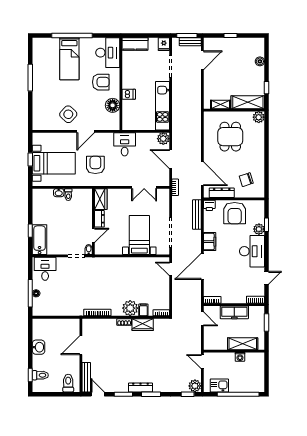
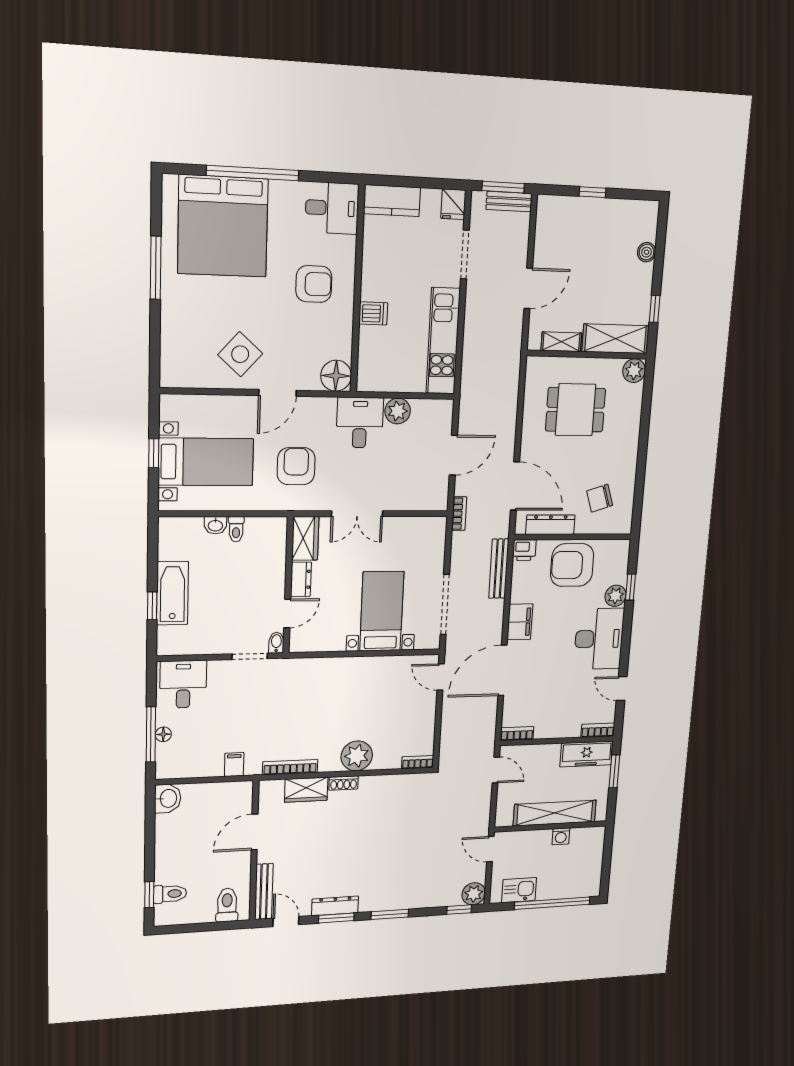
desk: (108, 53) -> (332, 208), width x0.73
bed: (69, 59) -> (223, 226), width x2.04
door: (202, 60) -> (528, 288), moved
floor lamp: (113, 105) -> (336, 376), moved
dining table: (230, 137) -> (576, 410), turned 90
plant: (163, 139) -> (398, 411), moved
door: (171, 159) -> (453, 455), swing flipped
double door: (144, 187) -> (357, 514), moved
armchair: (235, 213) -> (572, 565), turned 90
bathtub: (40, 240) -> (173, 593), moved
door: (267, 278) -> (622, 688), swing flipped
filing cabinet: (143, 310) -> (234, 764), moved
freezer: (234, 312) -> (587, 754), moved
wardrobe: (143, 325) -> (306, 790), moved
shelving: (243, 344) -> (555, 813), width x1.47
washbasin: (39, 347) -> (168, 798), moved
dresser: (140, 387) -> (335, 906), moved

